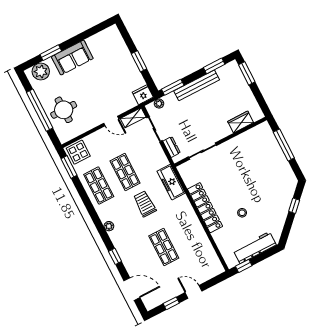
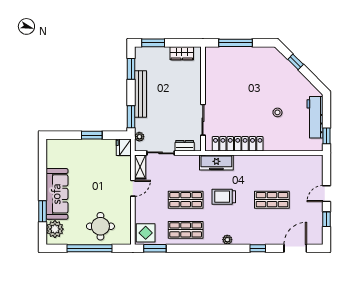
sofa: (72, 58) -> (57, 194), width x1.36
wardrobe: (241, 122) -> (182, 53), moved, turned -90
locker: (205, 208) -> (238, 144), moved

